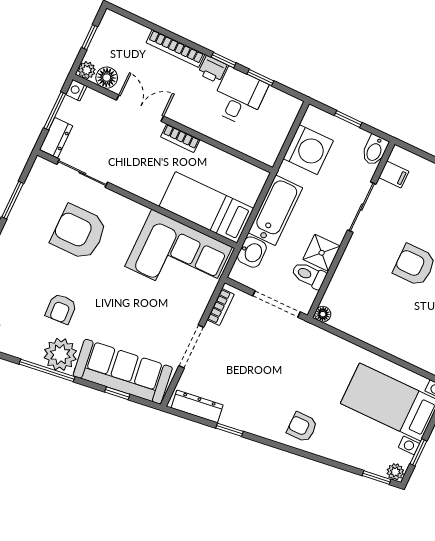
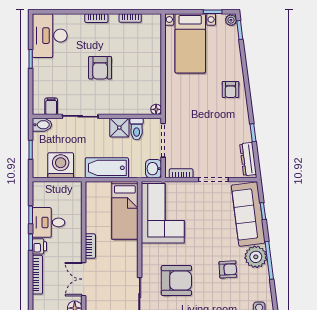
armchair: (79, 232) -> (176, 281), turned -90
washbasin: (252, 252) -> (154, 169), moved, turned -90

